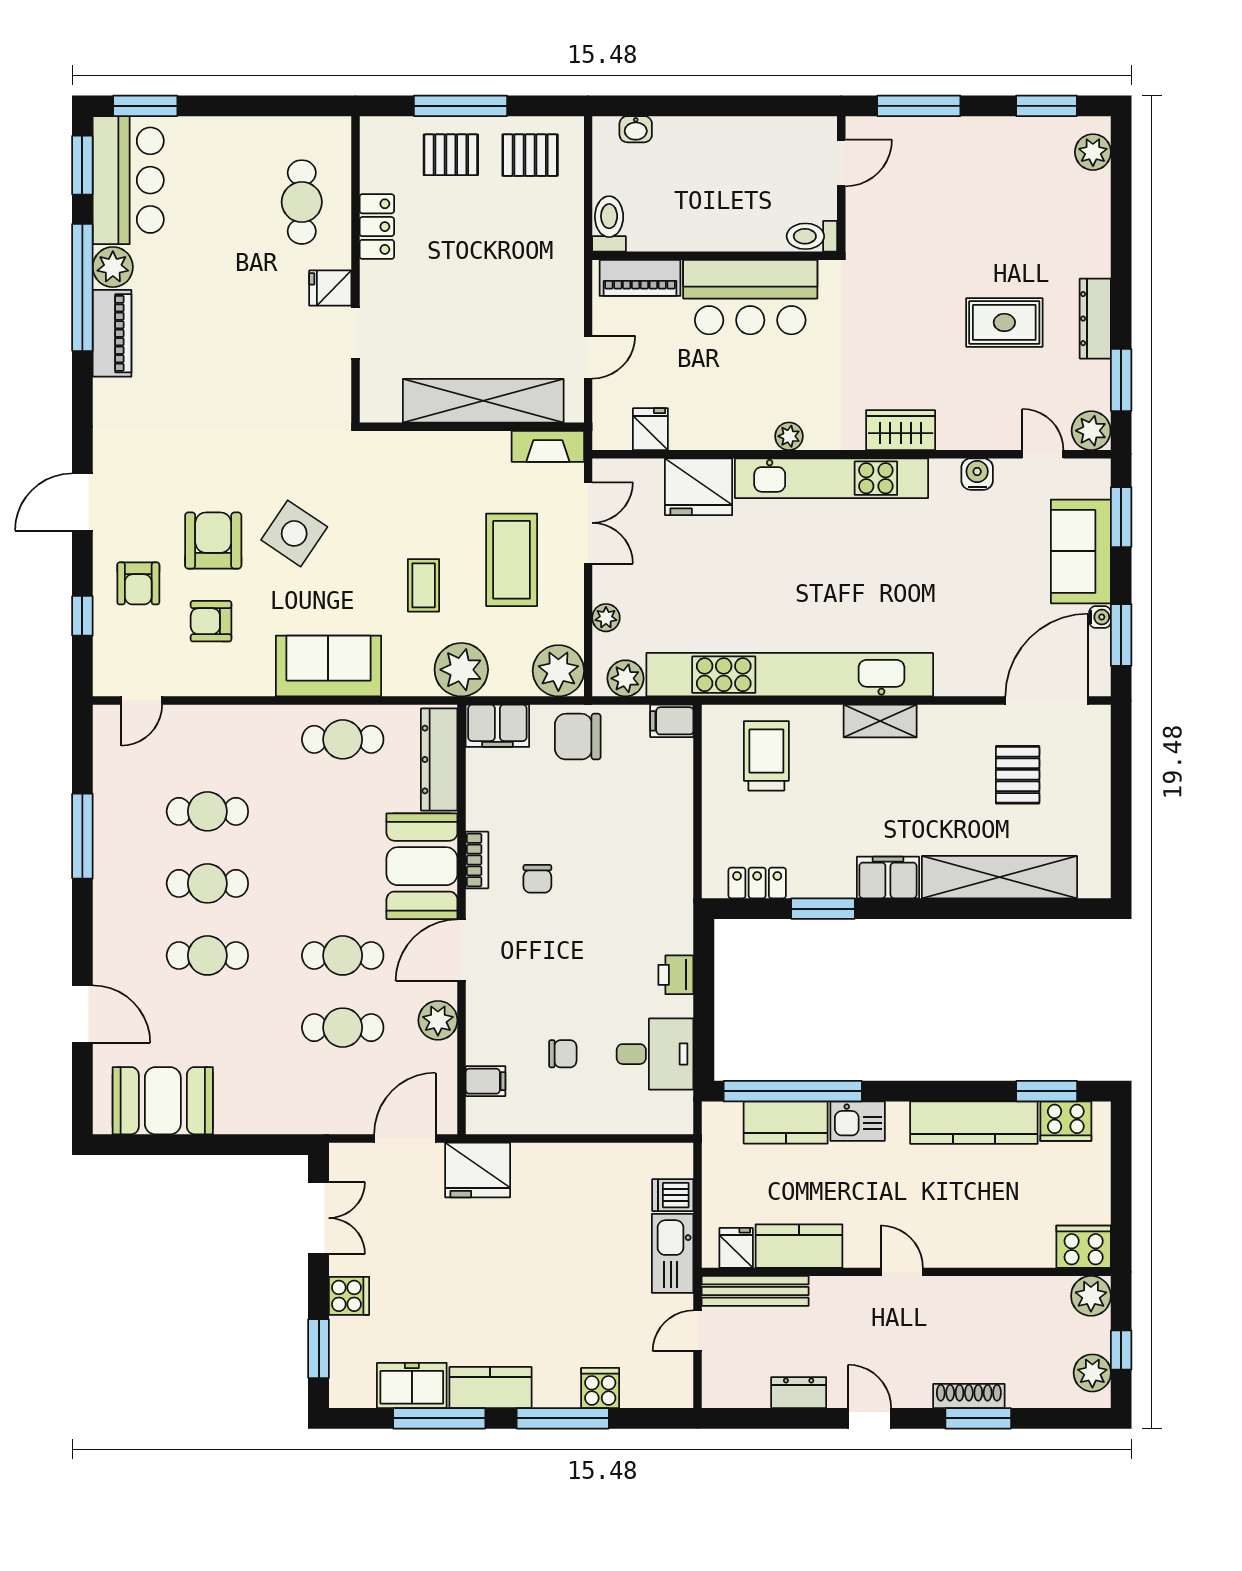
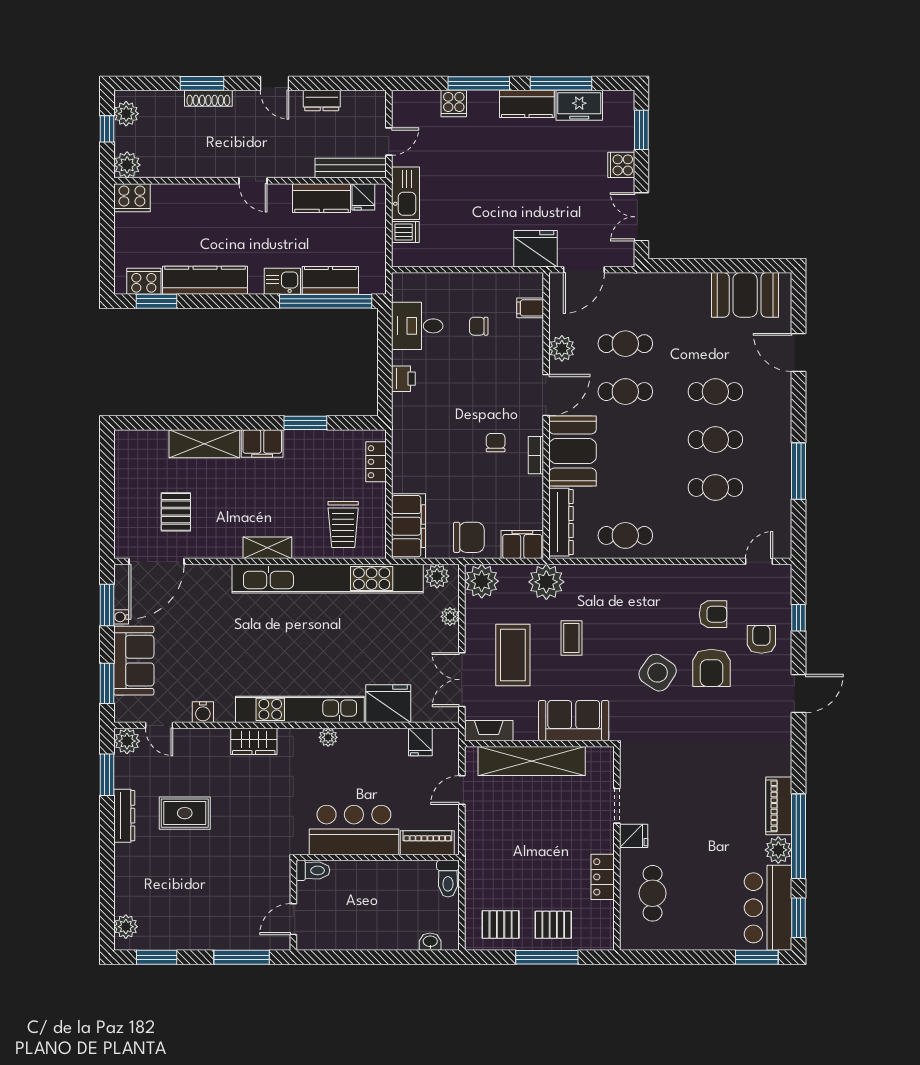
sofa: (328, 666) -> (574, 721), moved, turned 180
filing cabinet: (672, 721) -> (409, 526), width x3.00, depth x1.17
shelving: (999, 877) -> (204, 444), width x0.68
locker: (757, 883) -> (376, 462), moved, turned 90

